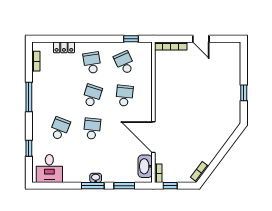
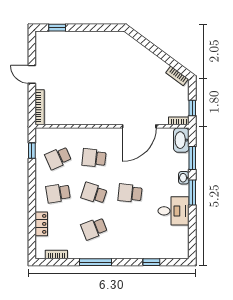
door: (201, 39) -> (32, 74), swing flipped
window: (244, 93) -> (57, 28), moved
school desk: (60, 129) -> (94, 229), moved, turned -42
washbasin: (145, 166) -> (181, 140), moved, turned 90
desk: (49, 168) -> (174, 211), moved
washbasin: (96, 178) -> (184, 178), moved

